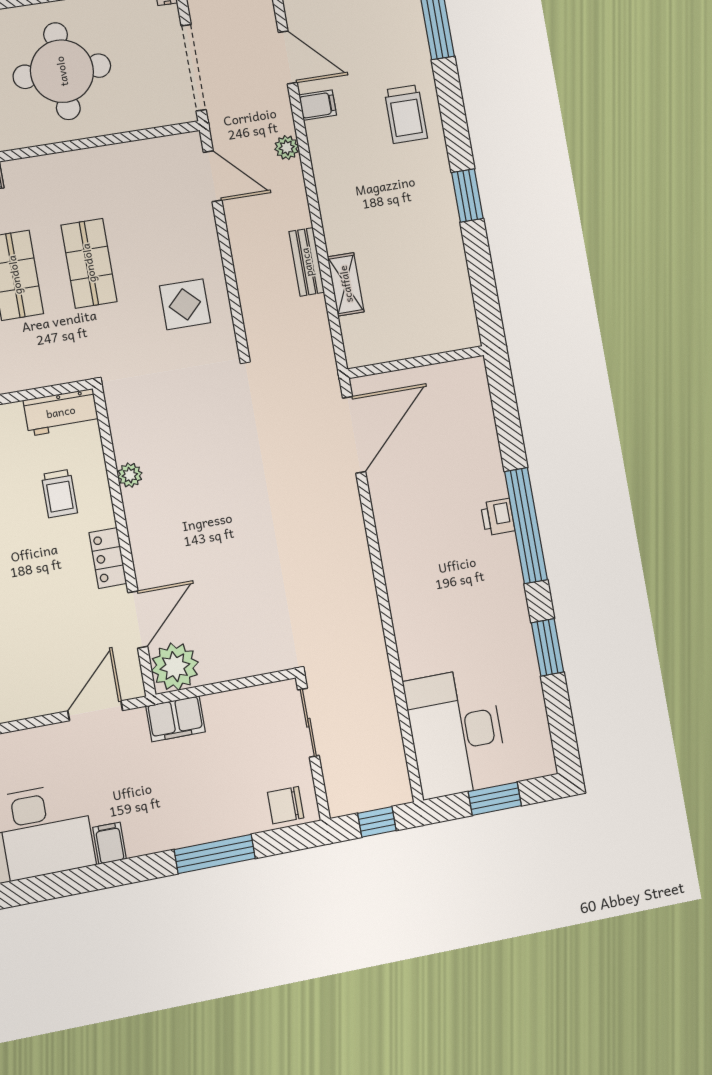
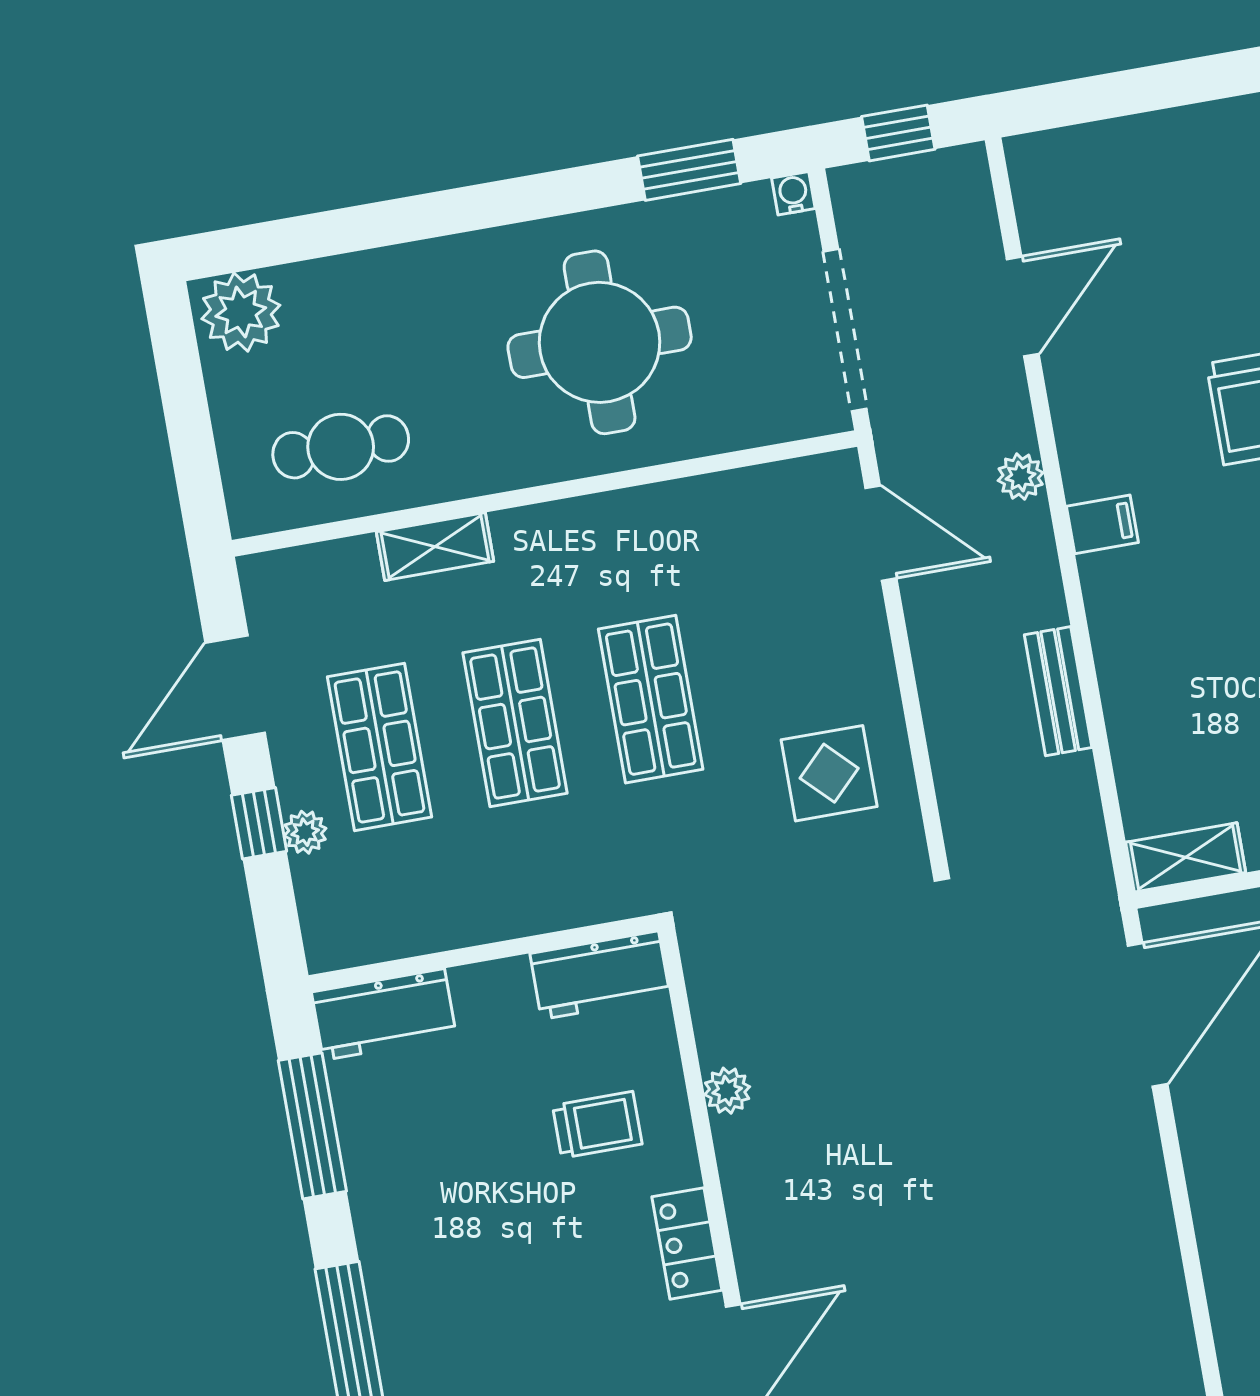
door: (288, 57) -> (1023, 306), hinge flipped
filing cabinet: (318, 105) -> (1102, 524), moved
shelving: (346, 284) -> (1186, 857), moved, turned 90
trolley: (59, 494) -> (597, 1125), turned -90

